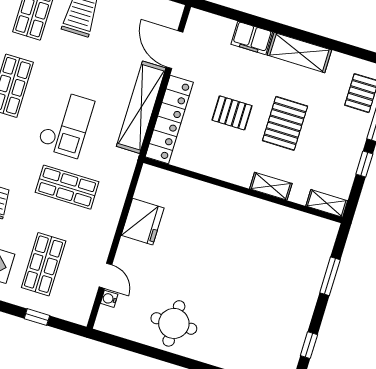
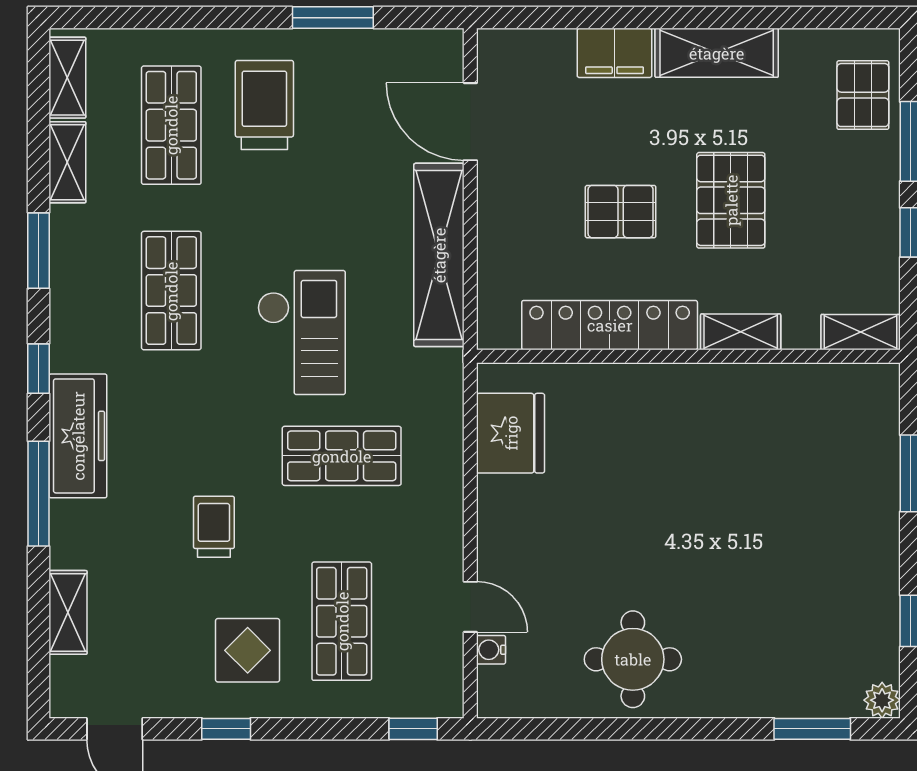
locker: (169, 120) -> (610, 325), moved, turned -90
fridge: (143, 222) -> (511, 433), moved
window: (37, 317) -> (413, 729), moved

